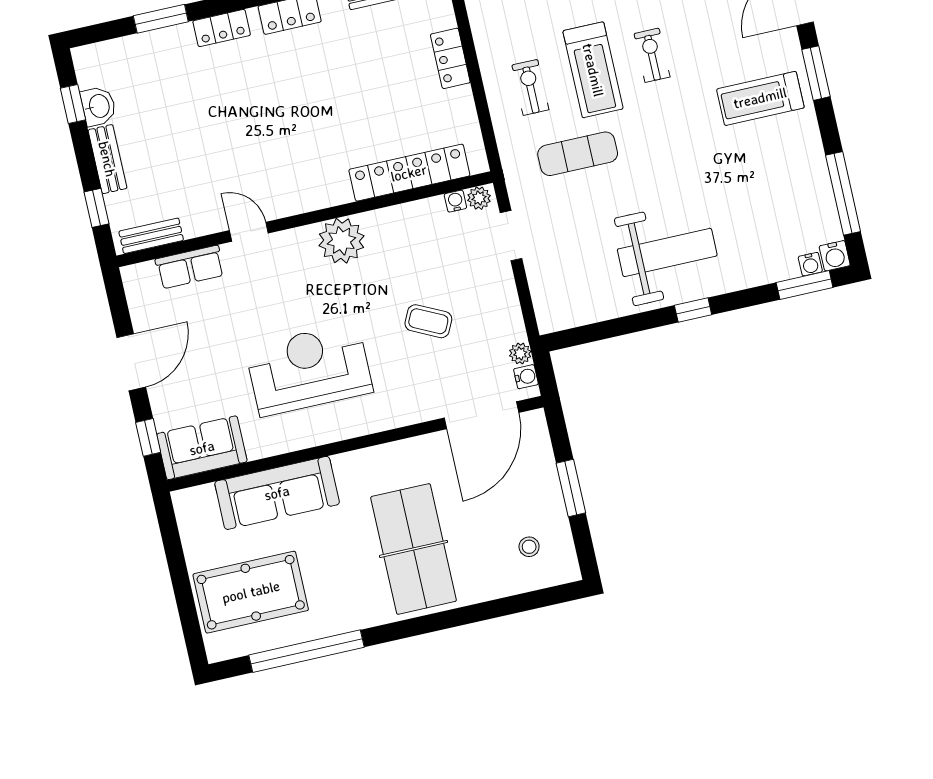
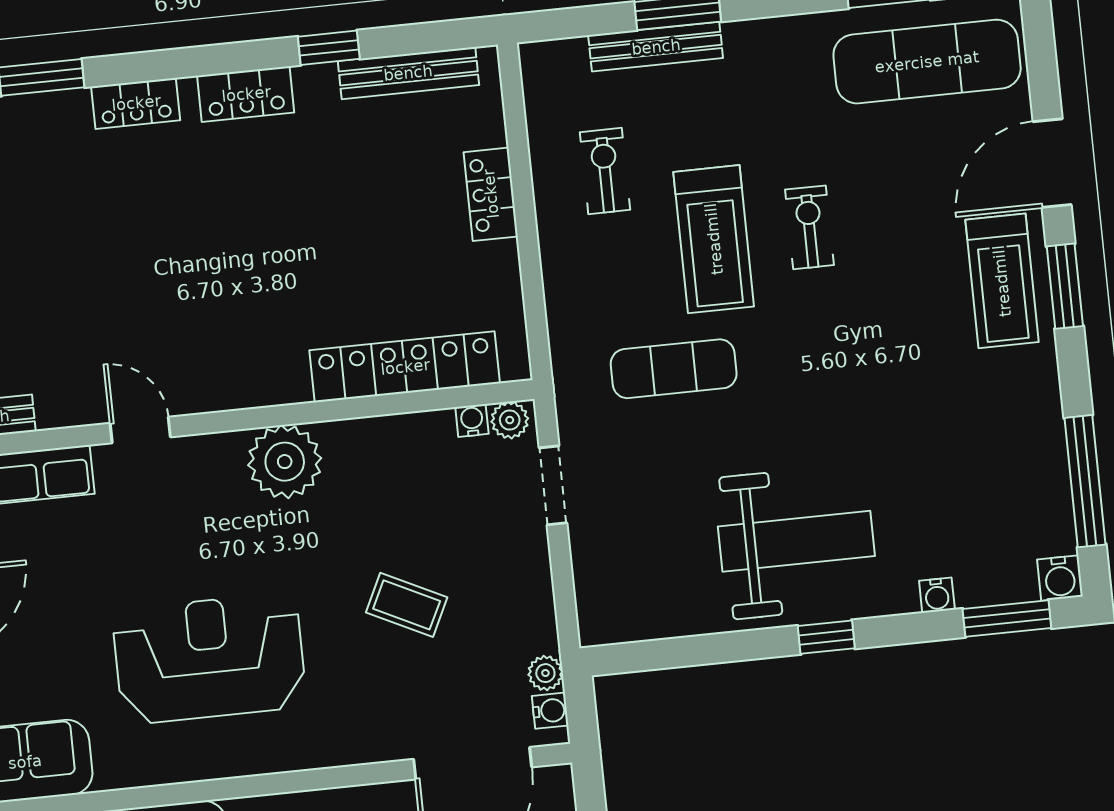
exercise bike: (530, 87) -> (605, 171), moved
treadmill: (760, 98) -> (1002, 281), moved, turned -90
water cooler: (810, 264) -> (937, 595), moved

